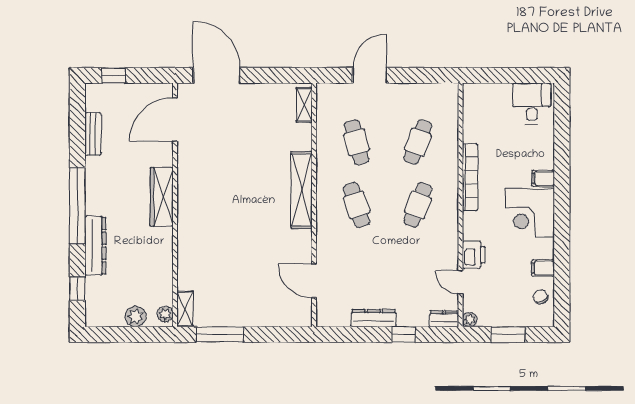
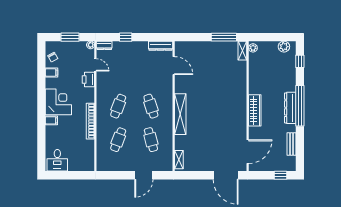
dresser: (95, 246) -> (290, 108), moved
plant: (136, 317) -> (284, 47), moved
dresser: (374, 318) -> (161, 46), moved

